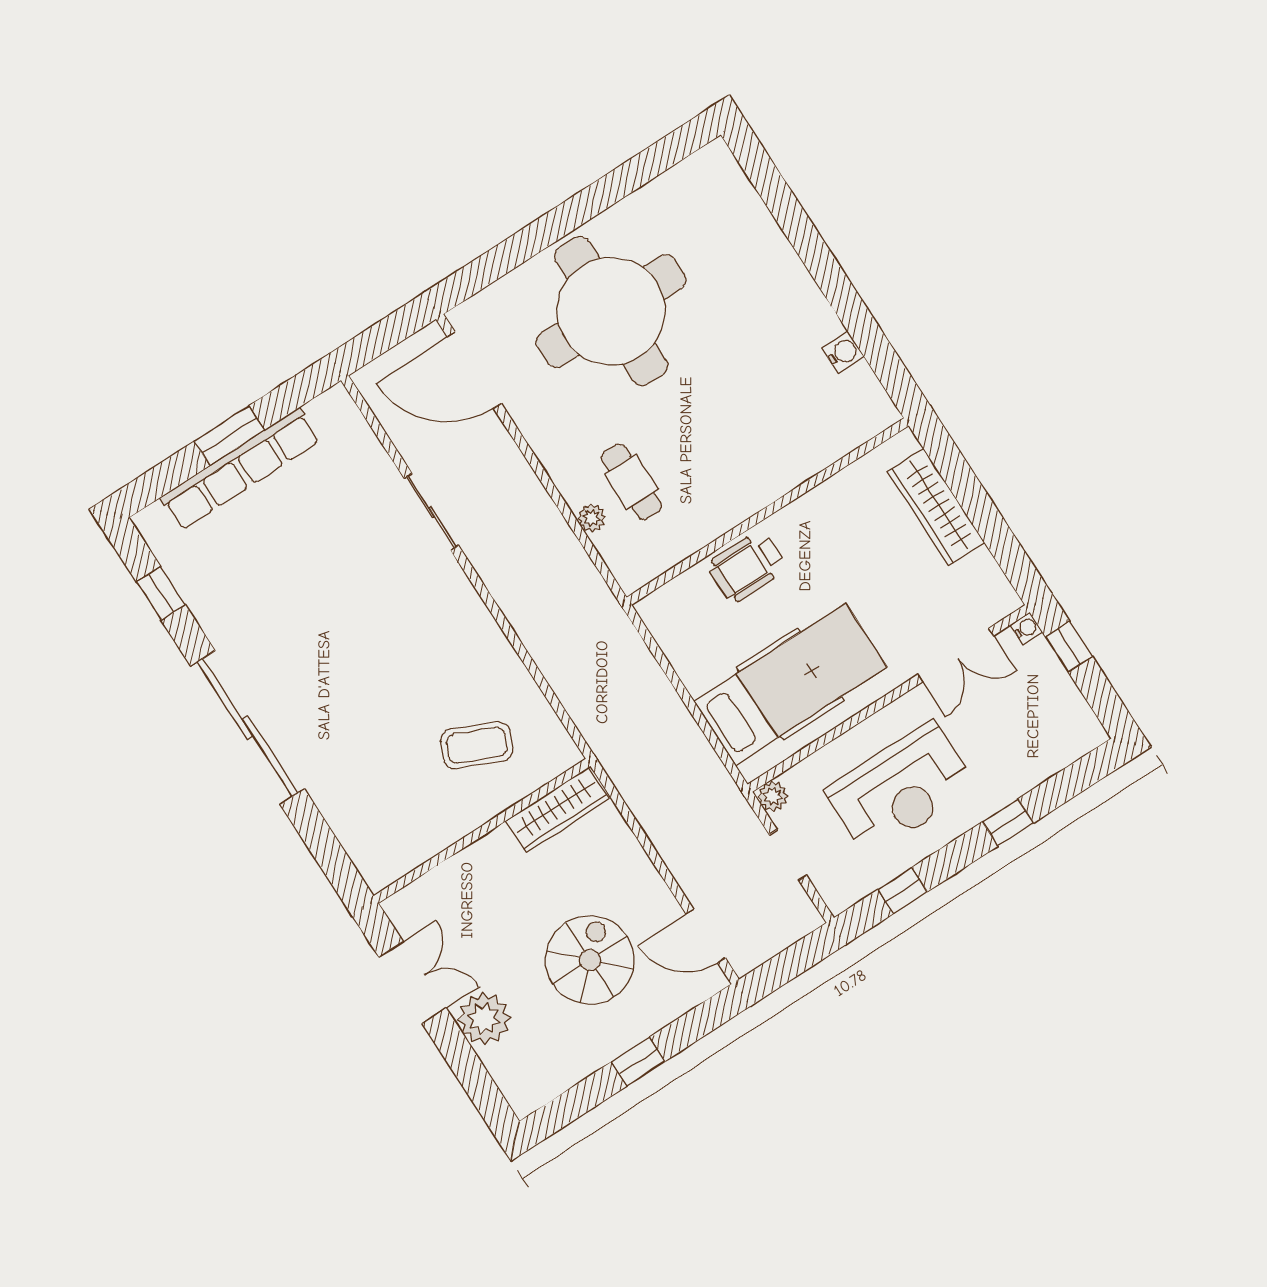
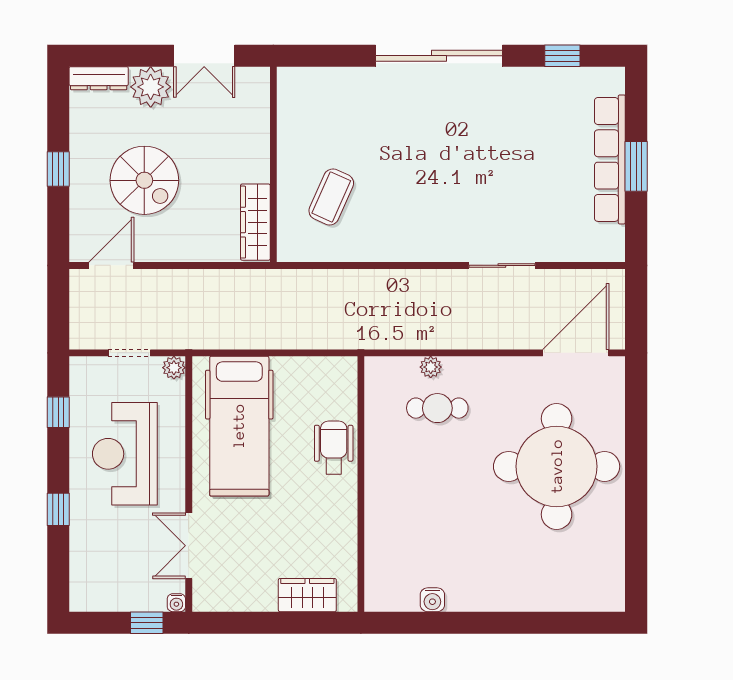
wardrobe: (936, 507) -> (307, 595), width x0.67
dresser: (511, 1081) -> (99, 78), added

